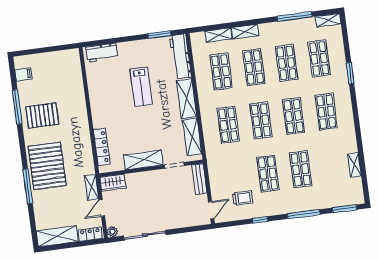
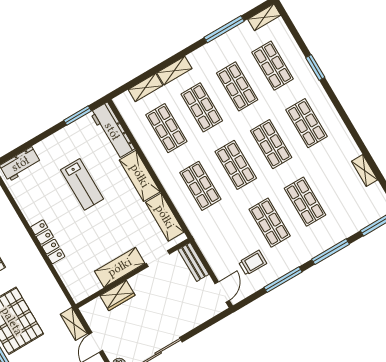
locker: (102, 147) -> (48, 242), moved
wardrobe: (113, 183) -> (117, 295), moved
window: (260, 220) -> (283, 280), width x2.17

